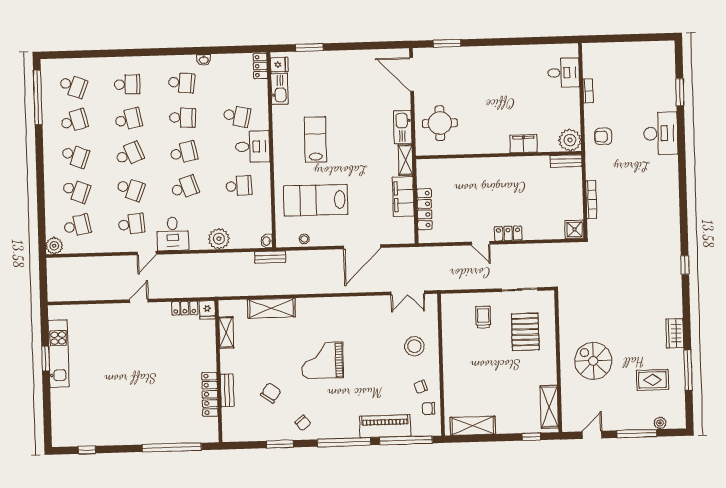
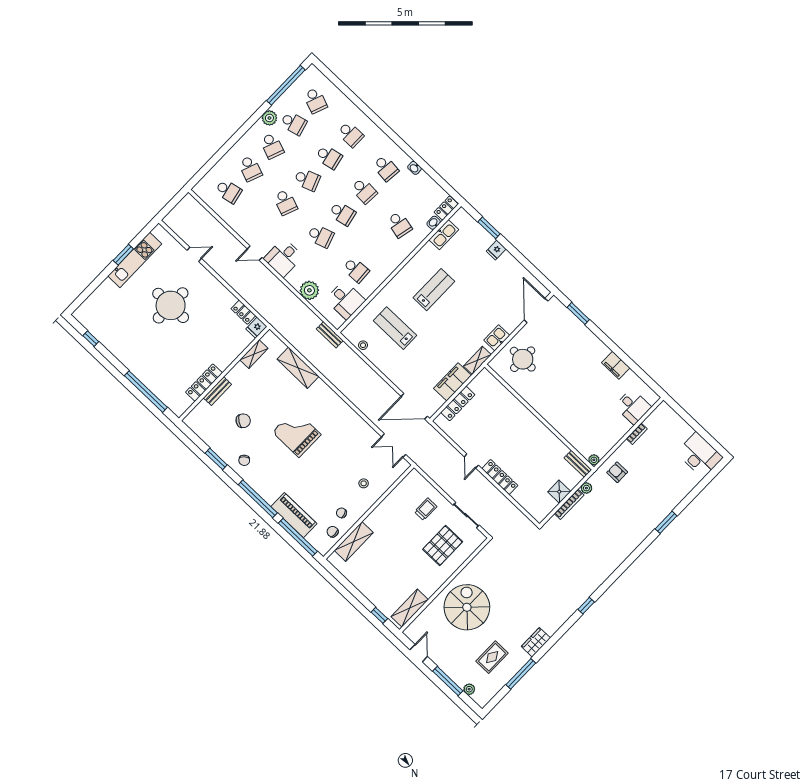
fridge: (279, 65) -> (496, 250), moved, turned 90
window: (680, 92) -> (666, 522), moved
kitchen sink: (403, 127) -> (497, 338), width x0.73
desk: (661, 133) -> (700, 455), moved, turned -90
plant: (570, 140) -> (594, 460), width x0.53, depth x0.53
filing cabinet: (523, 144) -> (616, 365), moved, turned 180
desk: (253, 147) -> (345, 300), moved
plant: (592, 173) -> (586, 488), added
lab bench: (316, 200) -> (395, 328), width x0.73, depth x0.72
school desk: (131, 224) -> (264, 225), removed
shower: (574, 229) -> (559, 492), moved
locker: (508, 233) -> (500, 477), width x1.53
washbasin: (267, 241) -> (434, 223), moved
plant: (54, 246) -> (269, 118), moved
door: (362, 247) -> (414, 406), moved
door: (139, 301) -> (194, 254), moved
stool: (414, 346) -> (364, 483), width x0.53, depth x0.53
round table: (123, 361) -> (171, 305), added
spiral stairs: (593, 361) -> (467, 607), width x1.37, depth x1.37
rug: (652, 380) -> (492, 657), turned 90
shelving: (473, 426) -> (354, 541), moved, turned 90
door: (592, 435) -> (419, 653), hinge flipped

